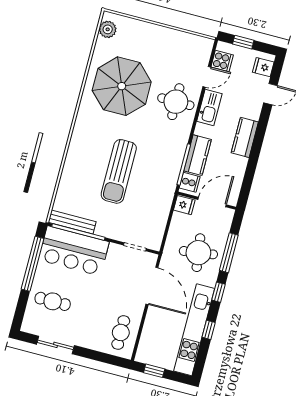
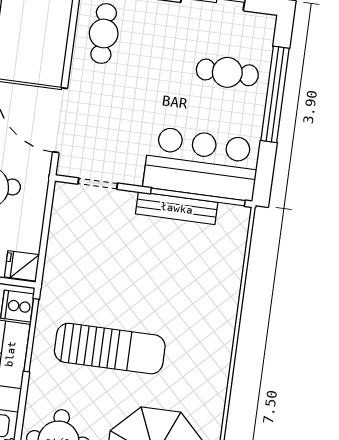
sun lounger: (119, 171) -> (110, 349), moved, turned 90
bench: (72, 222) -> (177, 208), moved
window: (33, 264) -> (275, 94), moved

